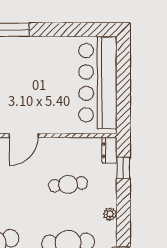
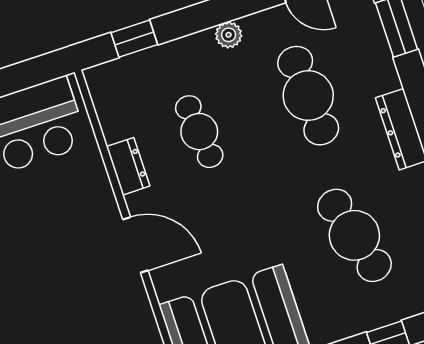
dresser: (109, 150) -> (128, 166), moved, turned -90

